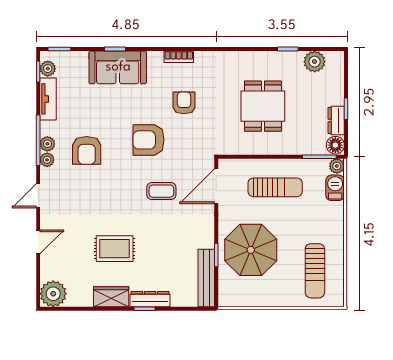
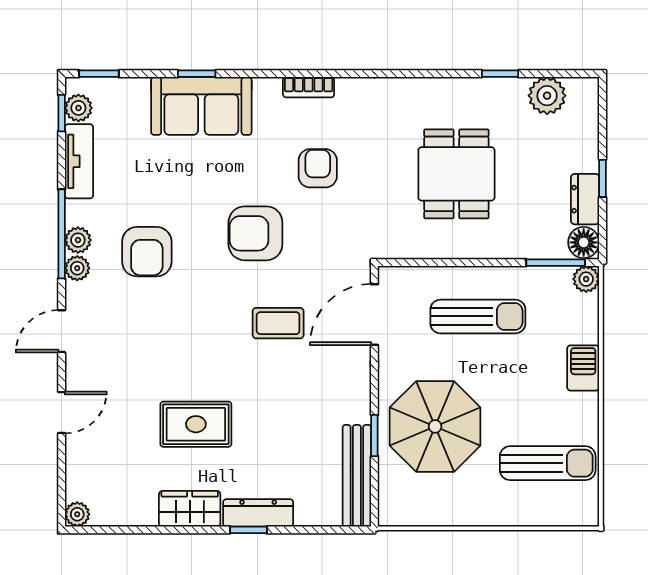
barbecue: (335, 188) -> (583, 368), moved
sun lounger: (315, 271) -> (548, 463), turned -90
plant: (53, 294) -> (77, 514), width x0.53, depth x0.53

